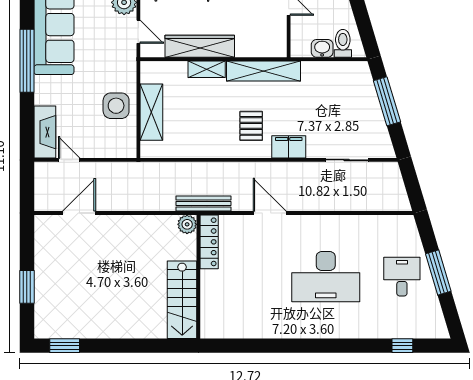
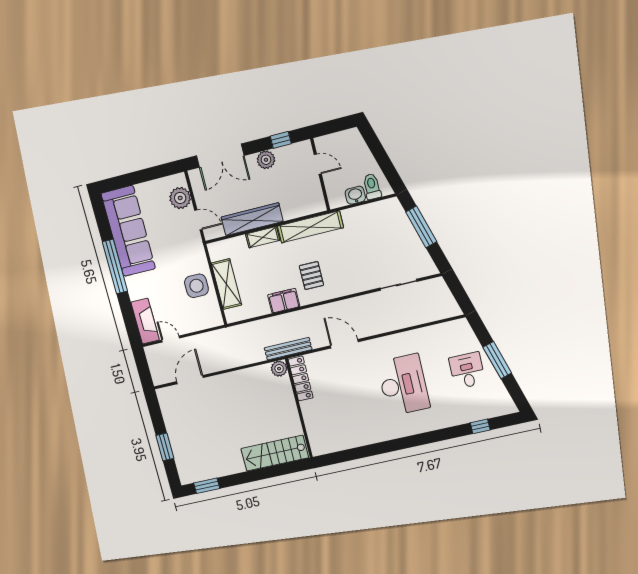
filing cabinet: (289, 147) -> (284, 301), moved
desk: (326, 277) -> (403, 385), turned -90
stairs: (182, 300) -> (275, 453), moved, turned 90

